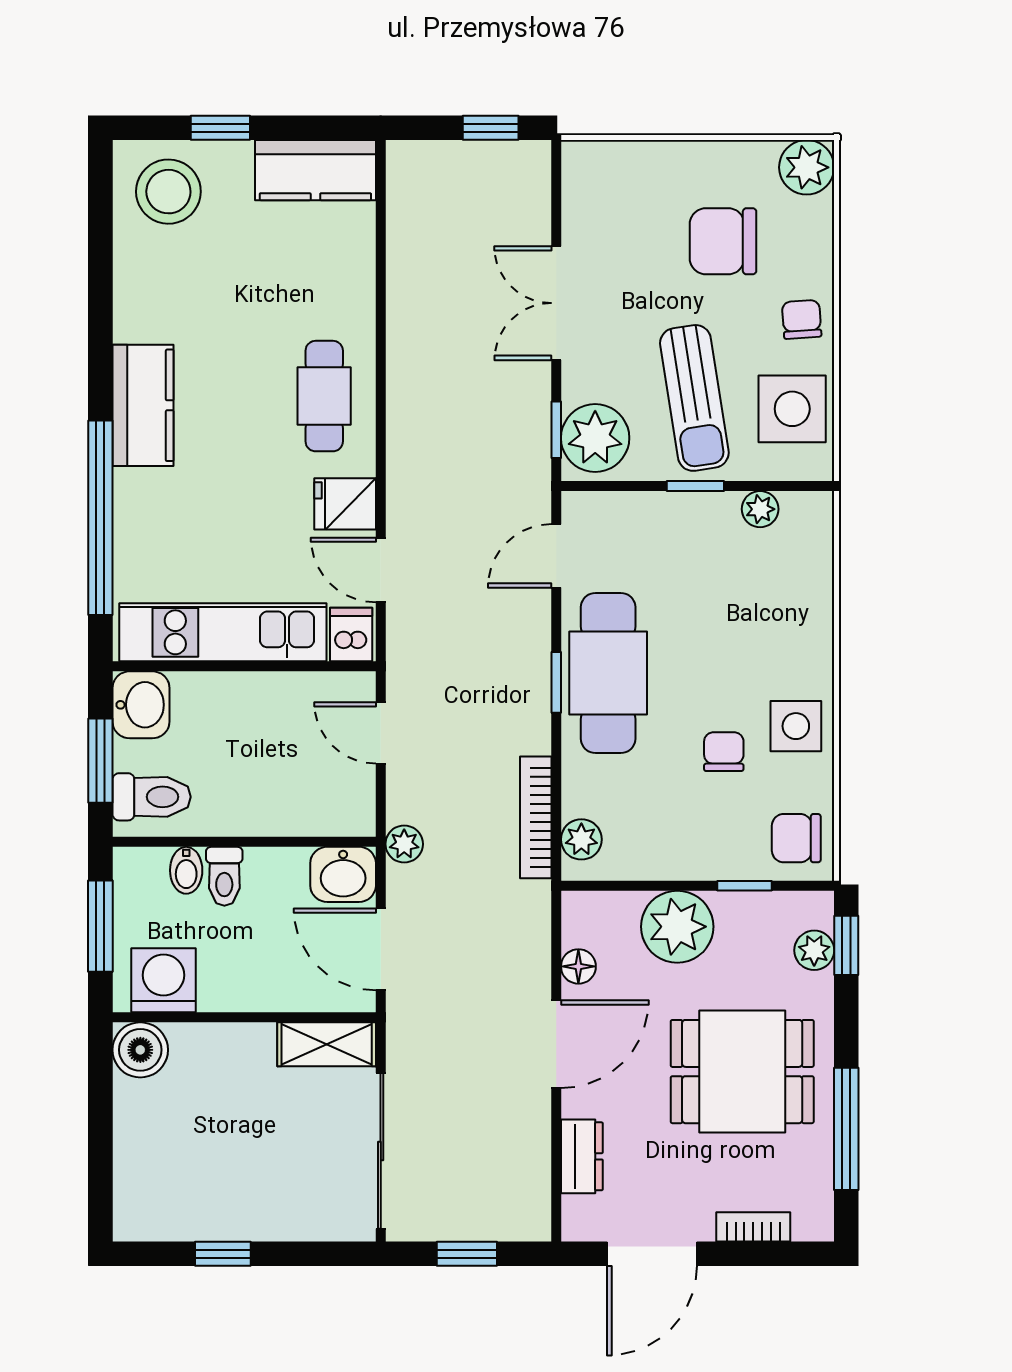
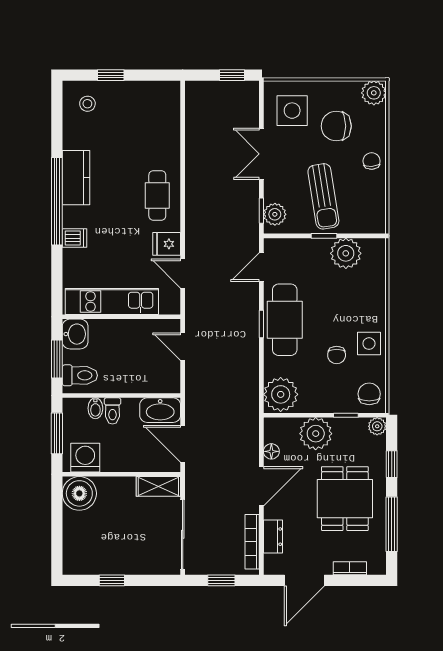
kitchen counter: (315, 170) -> (153, 94), removed
stool: (168, 192) -> (87, 104), width x0.53, depth x0.53
kitchen counter: (143, 405) -> (76, 178), moved
side table: (792, 409) -> (292, 111), moved
plant: (595, 438) -> (275, 214), width x0.73, depth x0.73
plant: (760, 509) -> (346, 253), width x1.88, depth x1.88
window: (100, 518) -> (57, 201), moved
dishwasher: (351, 635) -> (74, 238), moved, turned 90
chair: (724, 752) -> (337, 355), turned 180
bookcase: (536, 817) -> (252, 542), moved
chair: (796, 838) -> (369, 394), turned 90
plant: (581, 839) -> (281, 394), width x1.88, depth x1.88
plant: (404, 844) -> (193, 396), removed
washbasin: (343, 874) -> (160, 410), width x1.38
window: (846, 945) -> (392, 464), moved
plant: (814, 950) -> (377, 426), moved
boiler: (140, 1050) -> (79, 493), width x1.37, depth x1.37
dining table: (742, 1072) -> (345, 499), turned 90

